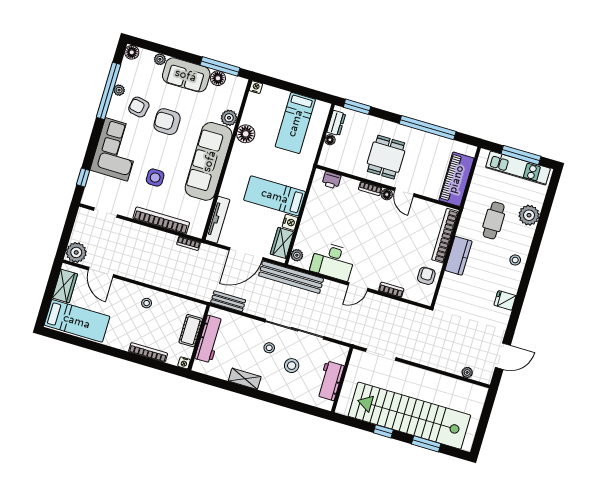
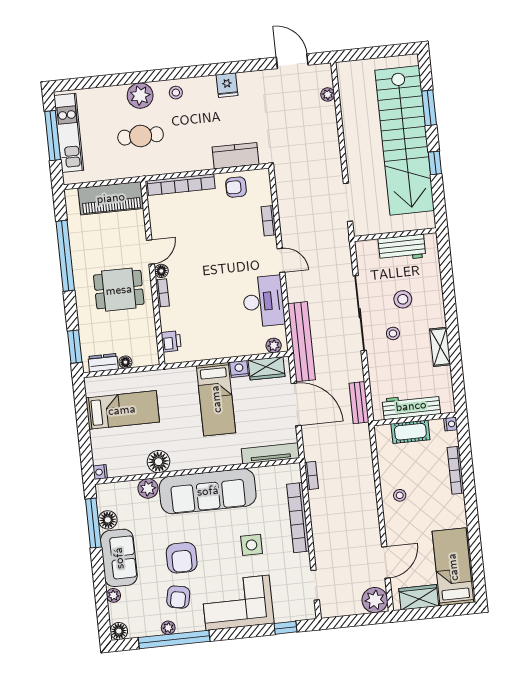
plant: (529, 215) -> (140, 96), moved
kitchen counter: (458, 256) -> (235, 156), moved

